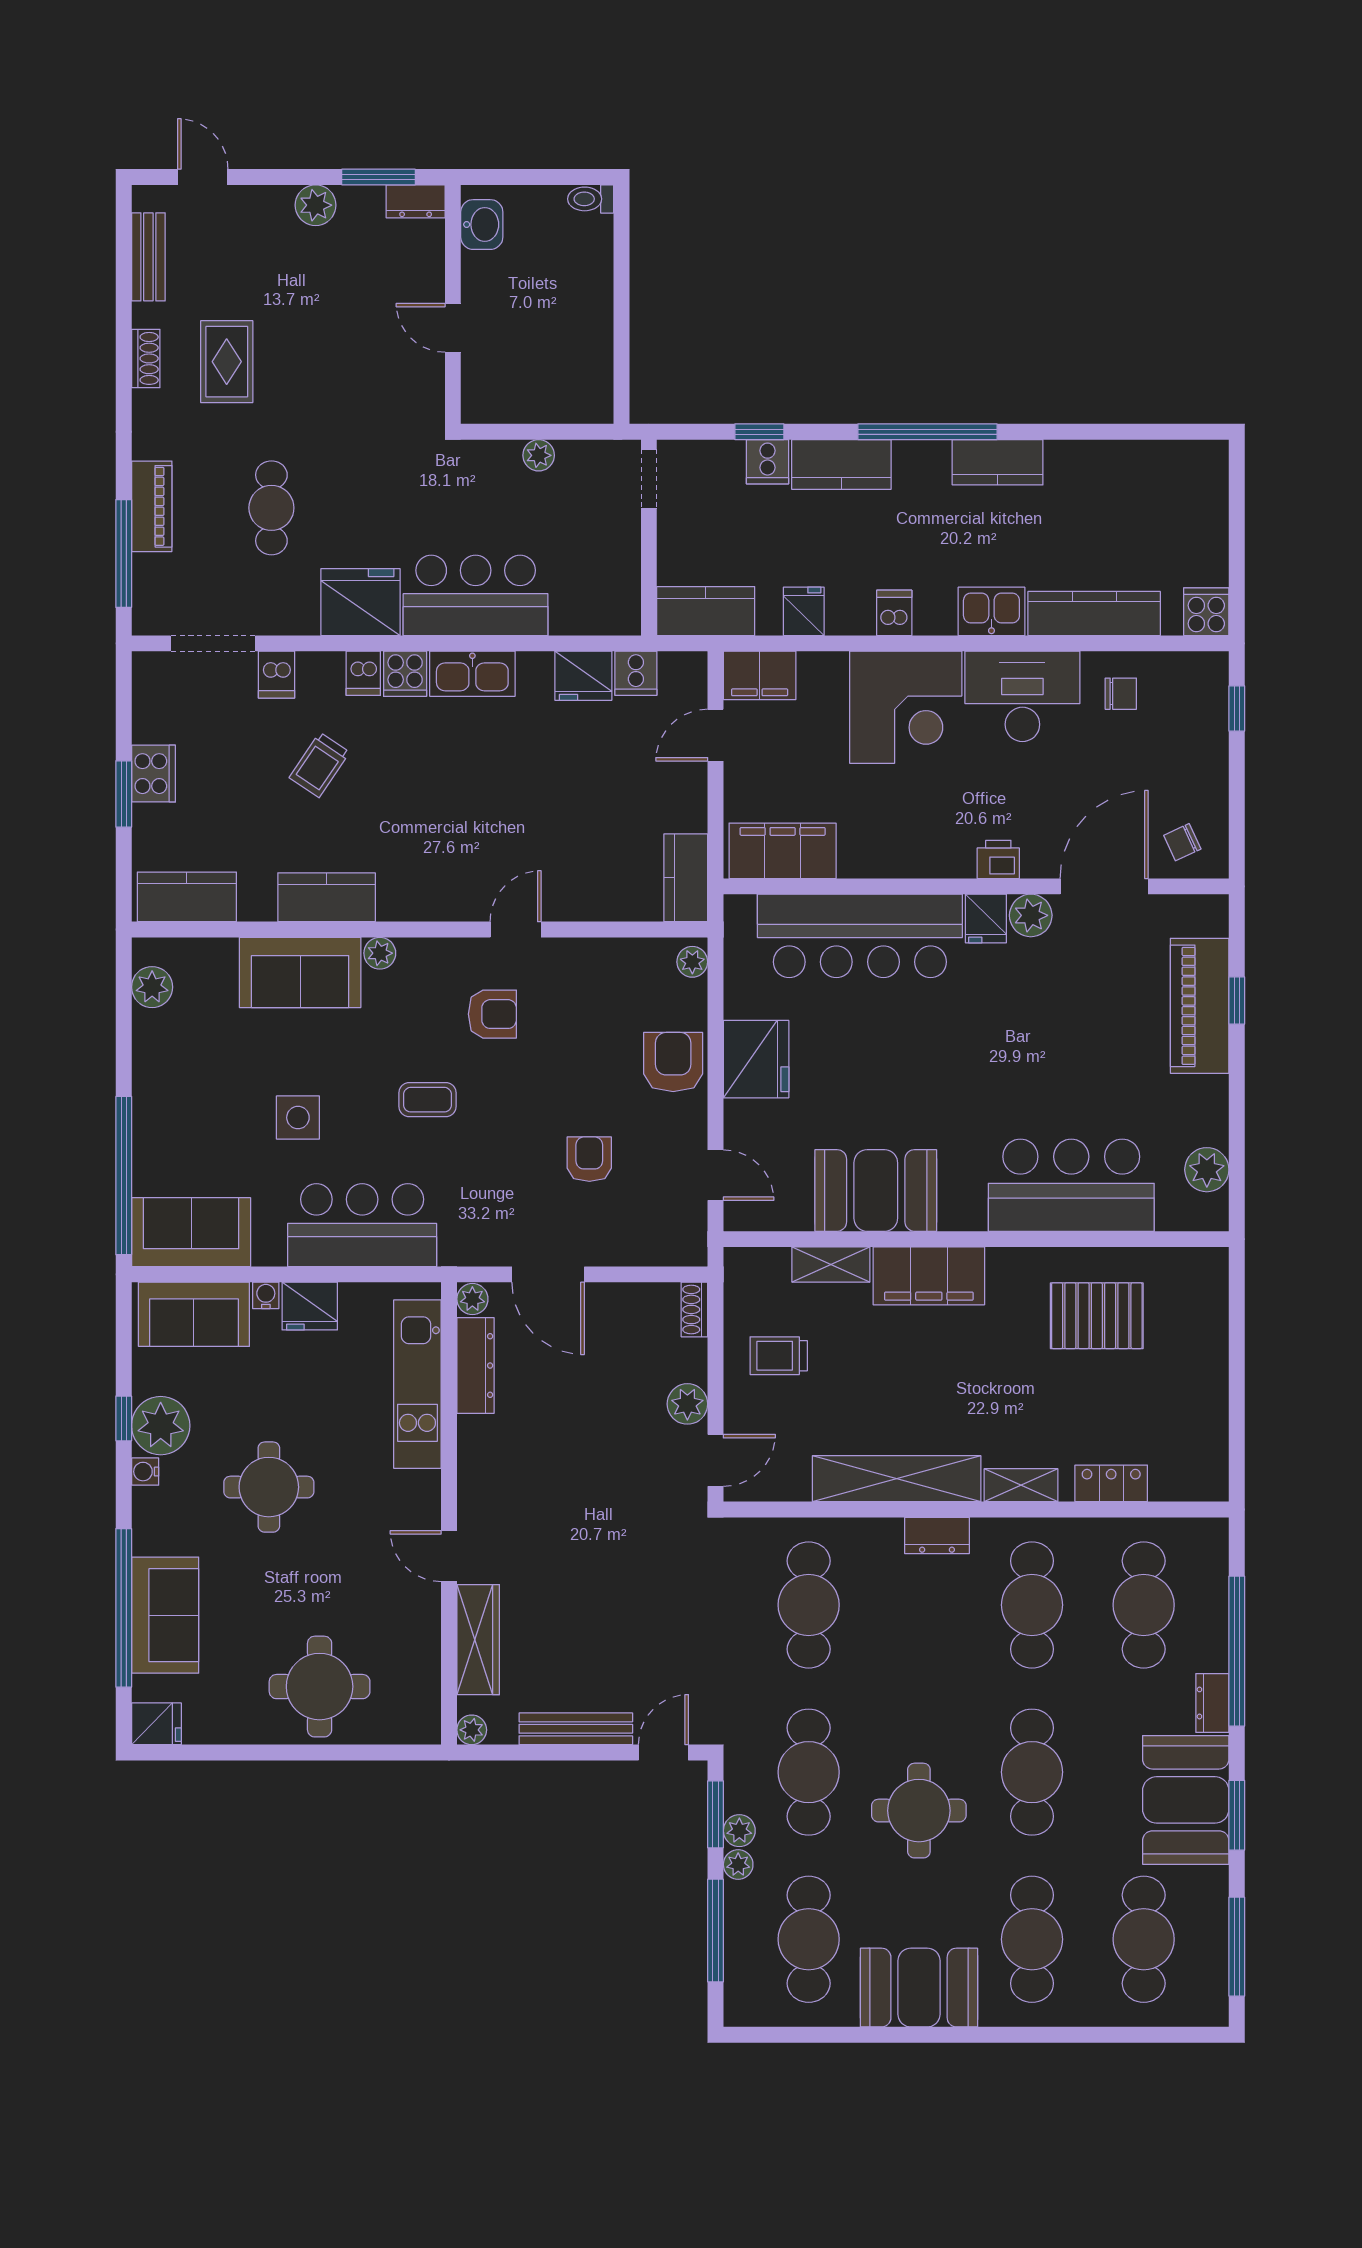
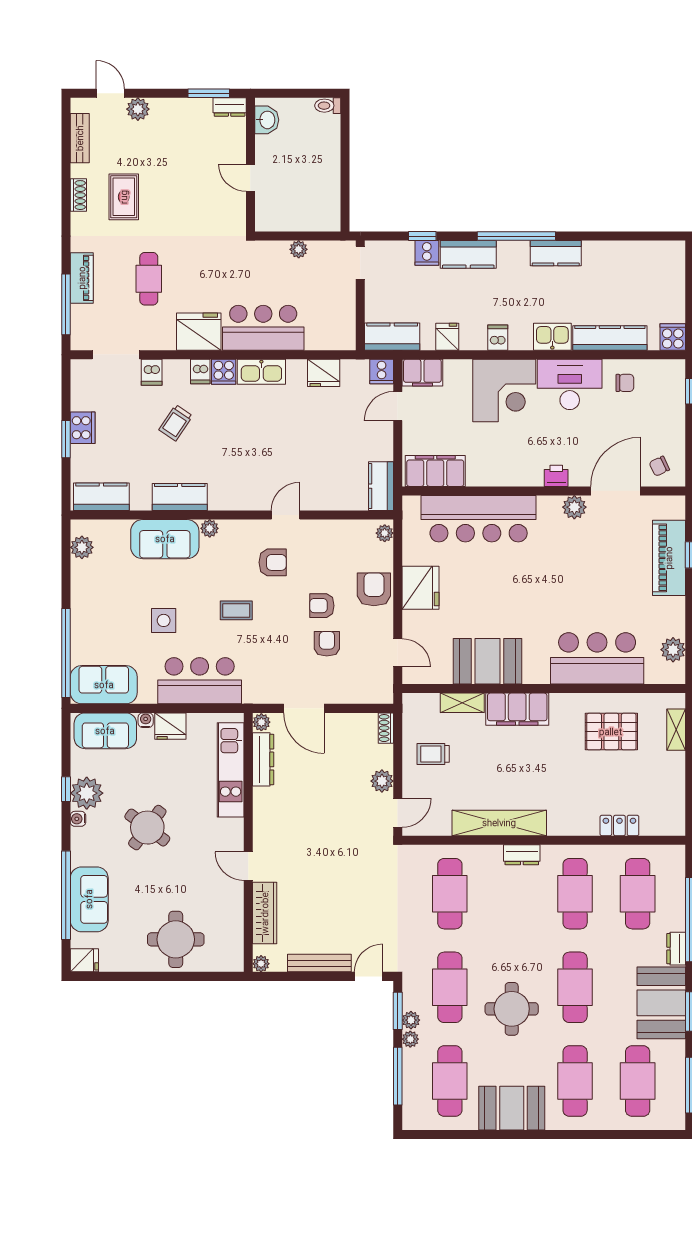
plant: (316, 205) -> (138, 109), moved
cooker: (636, 673) -> (382, 371), moved
fridge: (986, 919) -> (549, 509), removed
armchair: (580, 1091) -> (322, 606), added
shelving: (1021, 1485) -> (676, 730), moved, turned 90
round table: (269, 1487) -> (147, 828), turned 37

